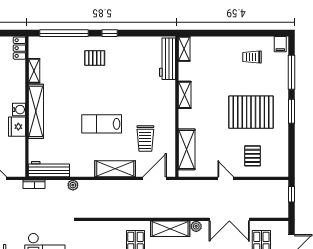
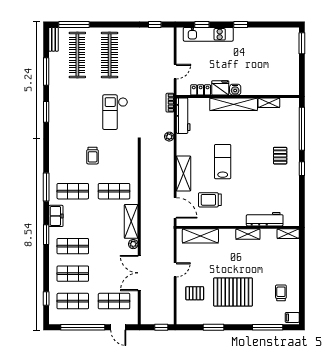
locker: (19, 48) -> (201, 90), moved
workbench: (168, 59) -> (265, 219), moved
window: (291, 111) -> (214, 327), moved
pallet: (251, 112) -> (233, 292), turned 90

